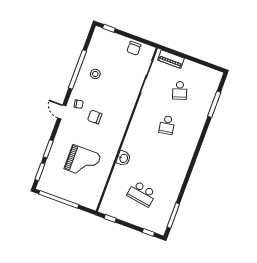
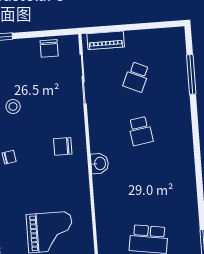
school desk: (180, 90) -> (136, 77), turned 42
chair: (95, 117) -> (63, 146), moved
washbasin: (123, 158) -> (100, 164), moved

